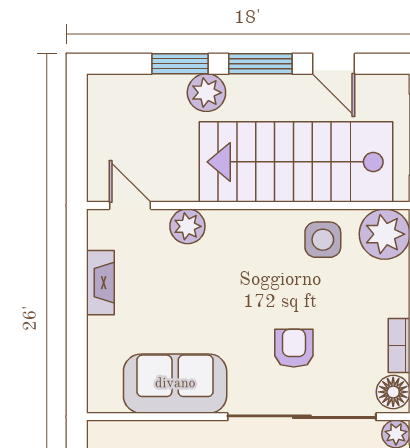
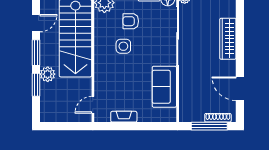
plant: (187, 226) -> (101, 82), removed
side table: (323, 240) -> (123, 46), moved
armchair: (294, 348) -> (131, 21), moved

